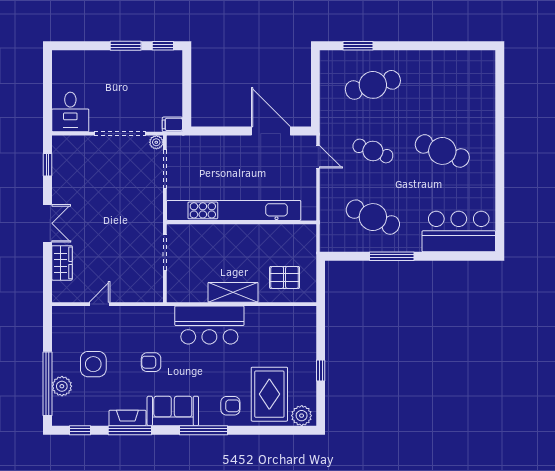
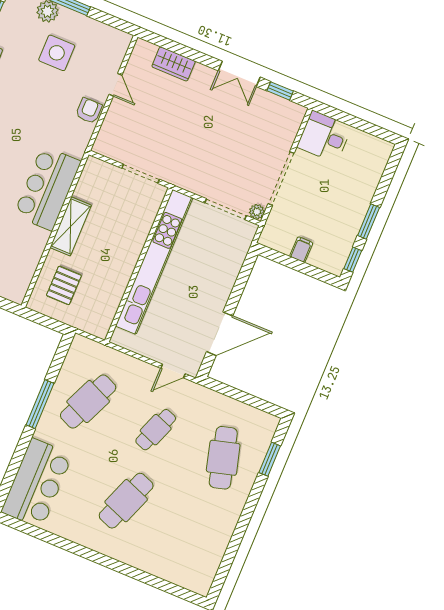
filing cabinet: (172, 124) -> (301, 250), moved
double door: (48, 223) -> (239, 74), moved
armchair: (151, 362) -> (89, 111), moved

